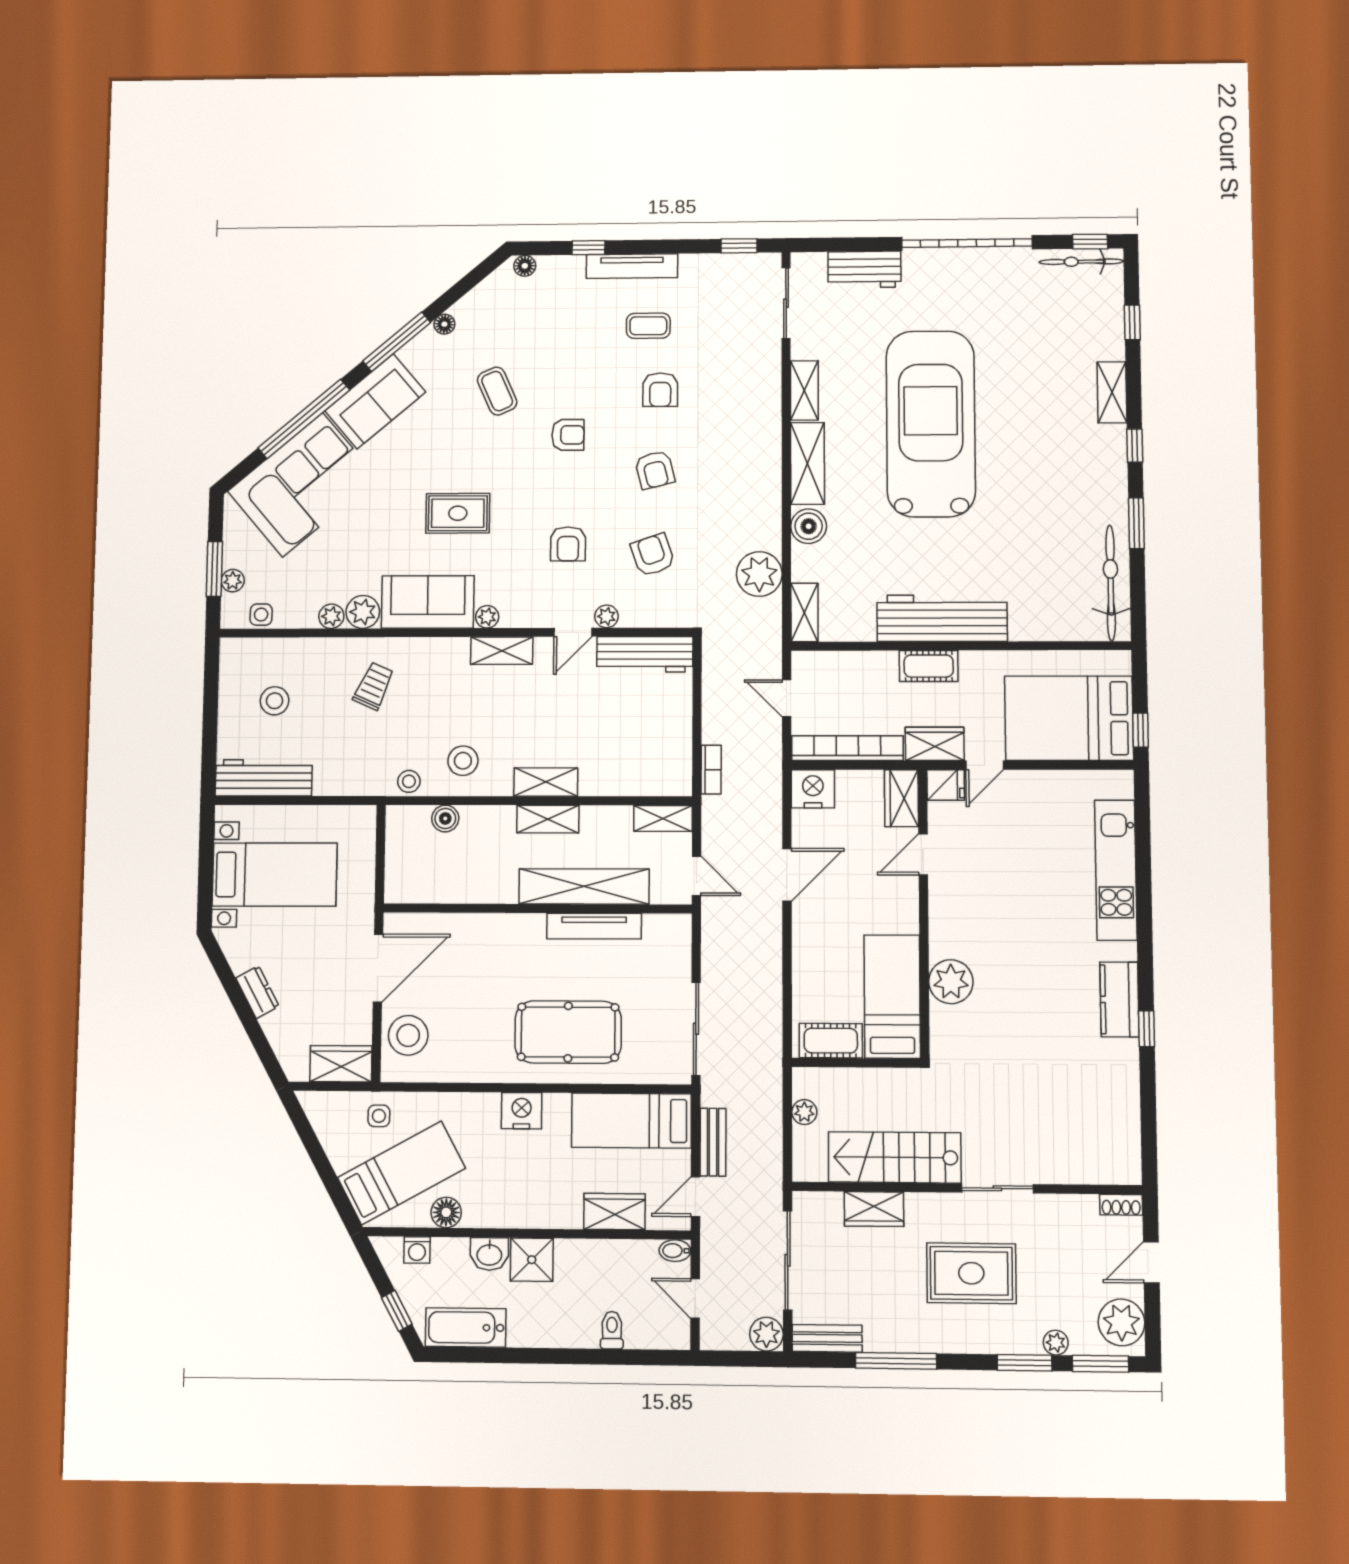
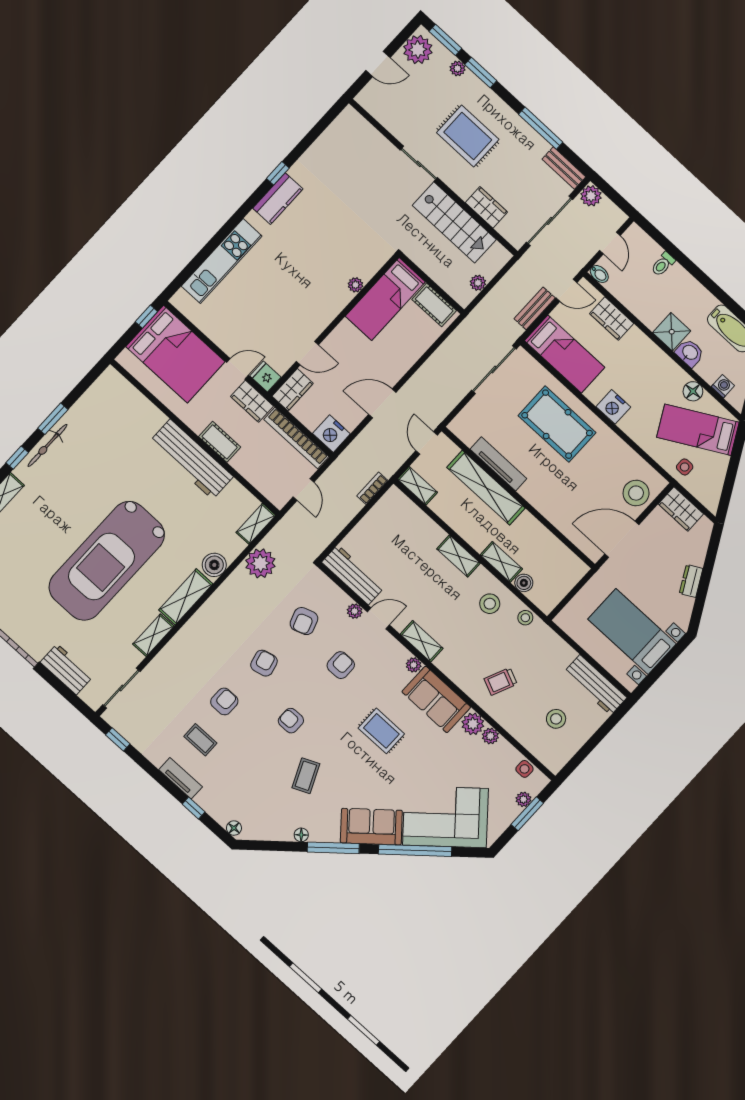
tv unit: (632, 266) -> (181, 778), width x0.71
bicycle: (1111, 583) -> (47, 445), moved, width x0.73, depth x0.71
shelving: (548, 819) -> (501, 562), moved
plant: (951, 982) -> (356, 285), width x0.53, depth x0.53
shoe rack: (1121, 1205) -> (367, 103), removed

